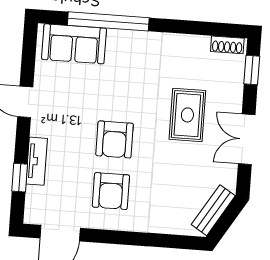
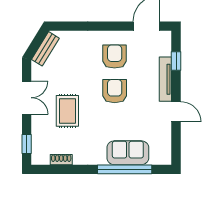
sofa: (74, 44) -> (128, 153), moved
shoe rack: (227, 45) -> (61, 160), moved
tv unit: (37, 161) -> (165, 79), width x1.41

